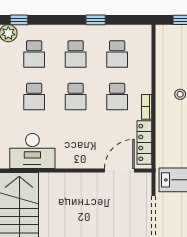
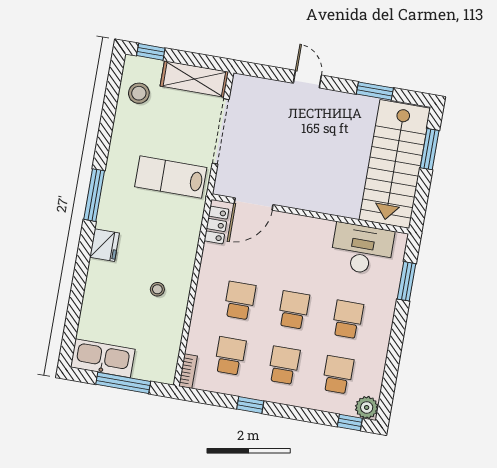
bookcase: (147, 107) -> (188, 371), moved
locker: (144, 142) -> (216, 225), width x0.66

